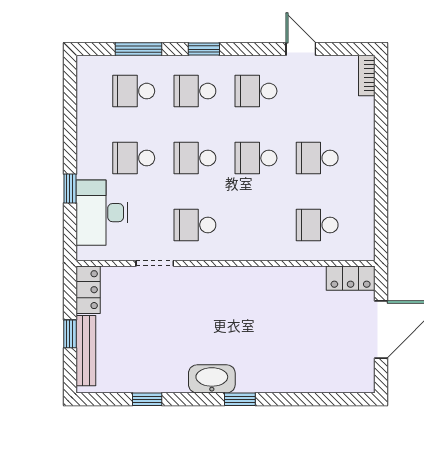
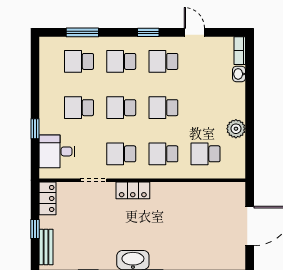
window: (204, 49) -> (148, 32), moved
washbasin: (366, 109) -> (239, 74), added
school desk: (317, 158) -> (163, 154), moved
plant: (361, 189) -> (236, 129), added
desk: (102, 213) -> (57, 151), width x0.73
locker: (351, 278) -> (133, 190), moved
bench: (86, 351) -> (46, 247), width x0.73

